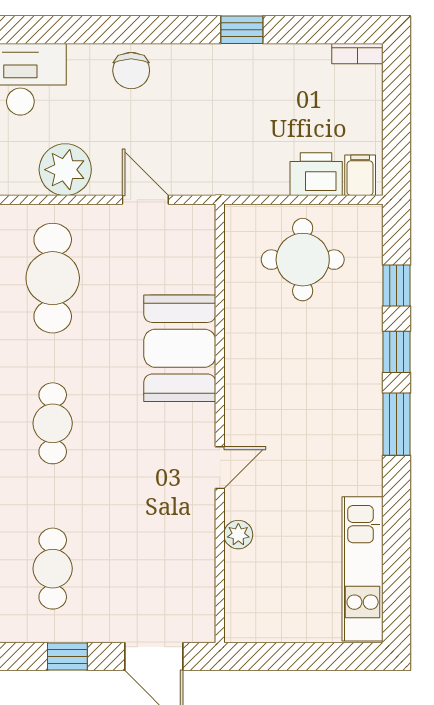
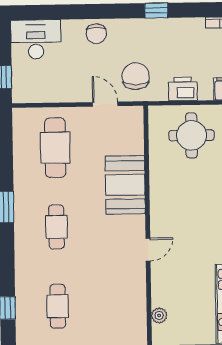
chair: (202, 150) -> (136, 76), added
plant: (65, 170) -> (61, 88), removed
printer: (316, 174) -> (183, 89), moved
plant: (238, 535) -> (159, 316), moved

